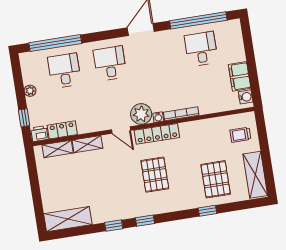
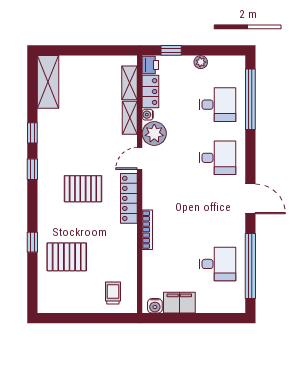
plant: (141, 114) -> (154, 134), moved
water cooler: (158, 117) -> (148, 115), moved
shelving: (255, 175) -> (65, 303), removed

